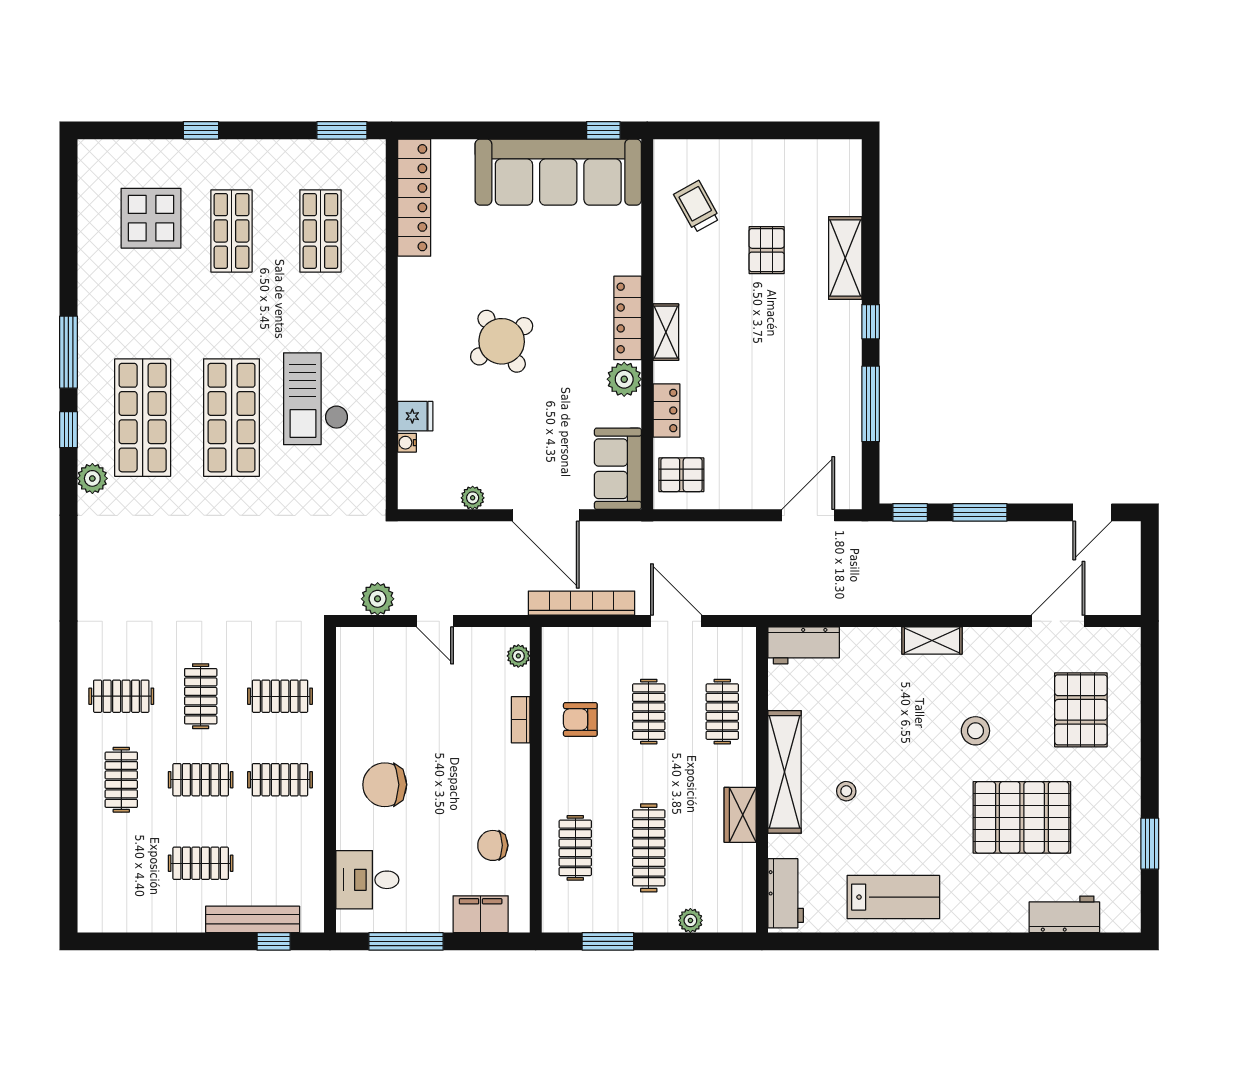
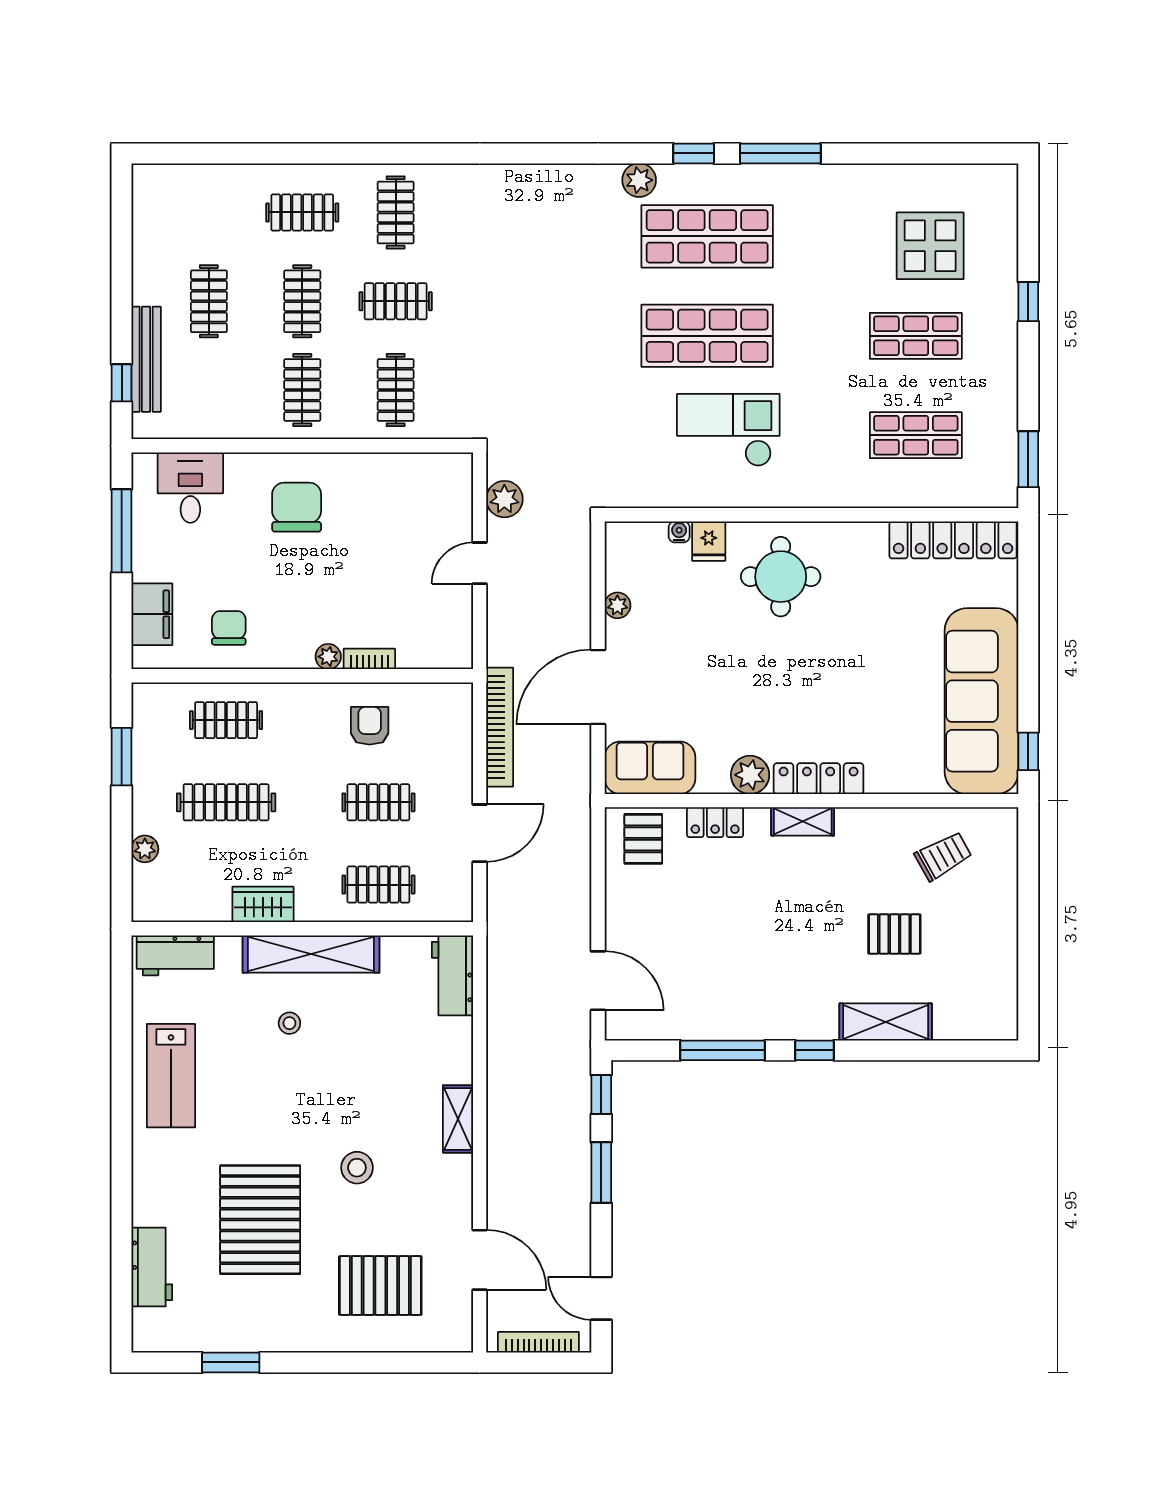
round table: (502, 341) -> (781, 577), moved, turned 34
bookcase: (1132, 568) -> (538, 1342), added
plant: (518, 656) -> (328, 657), moved

